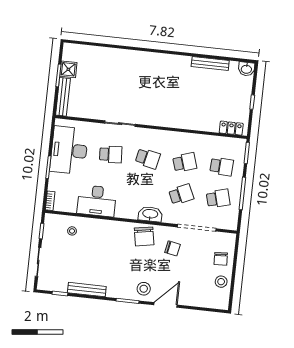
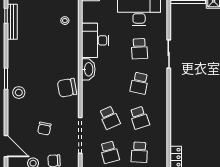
washbasin: (150, 214) -> (88, 69), moved
chair: (172, 248) -> (44, 129), moved
bench: (87, 290) -> (12, 22), moved
door: (166, 305) -> (6, 146), moved

